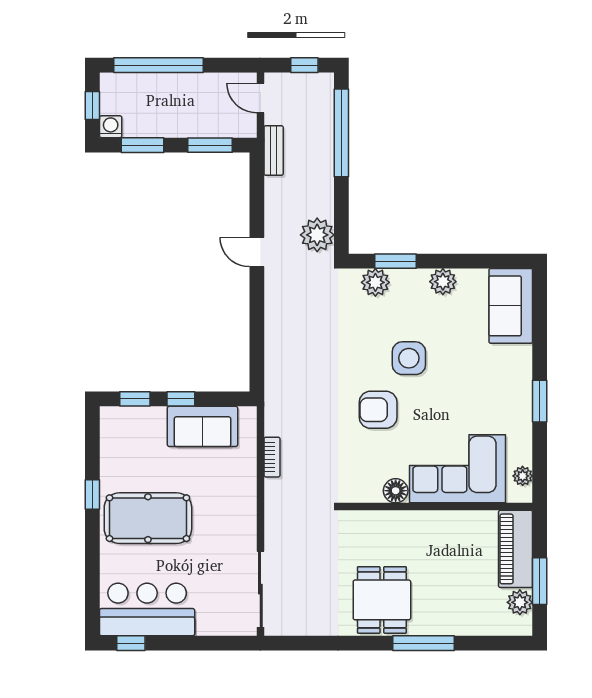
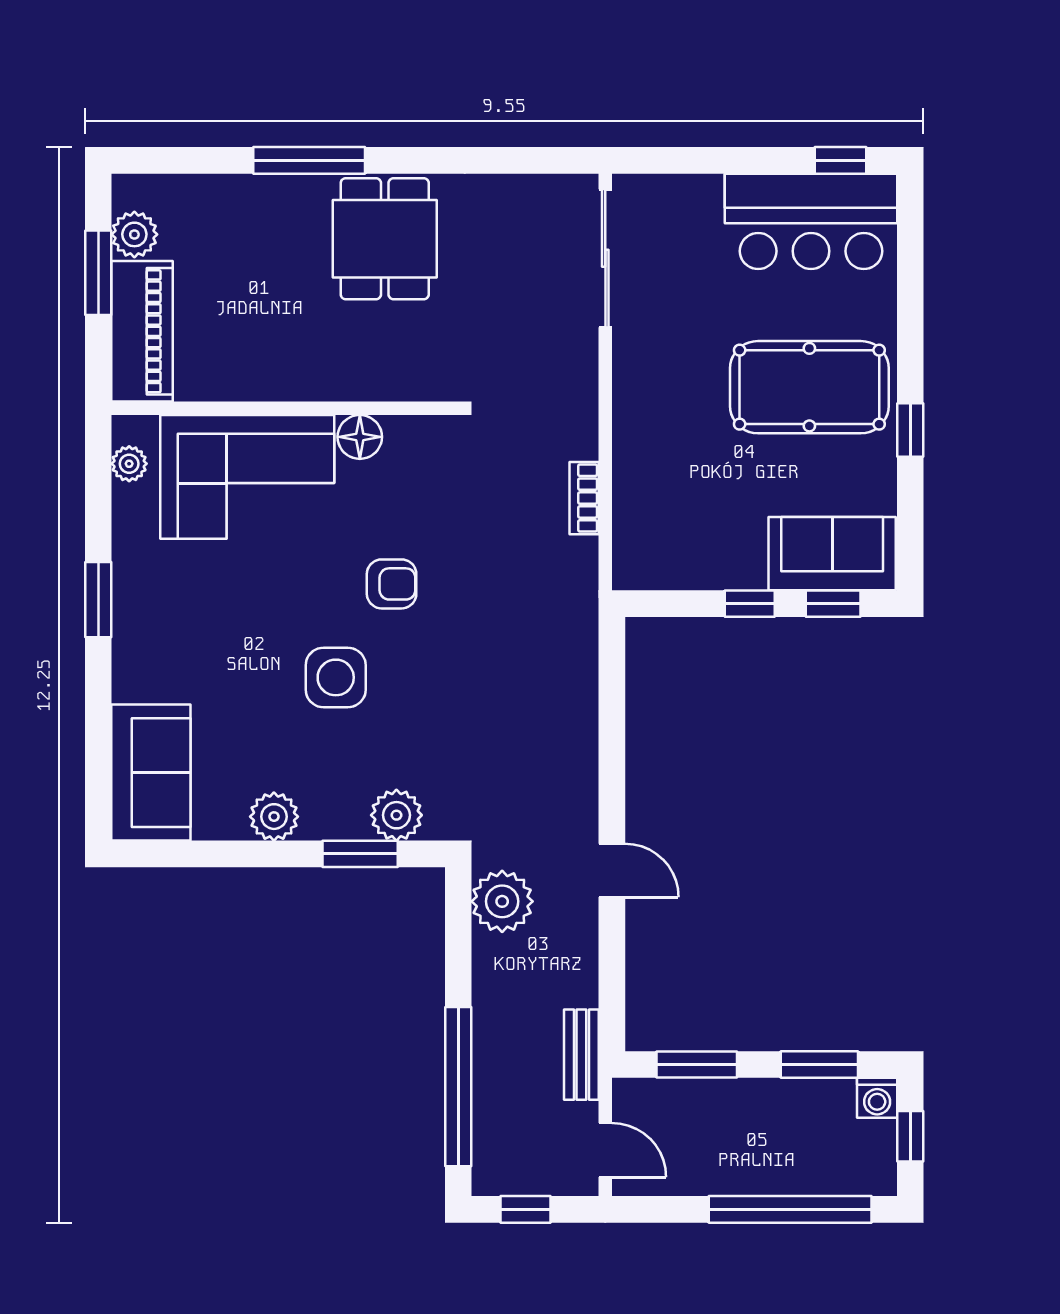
armchair: (378, 410) -> (392, 584), width x0.72, depth x0.72
sofa: (202, 426) -> (832, 554), moved

